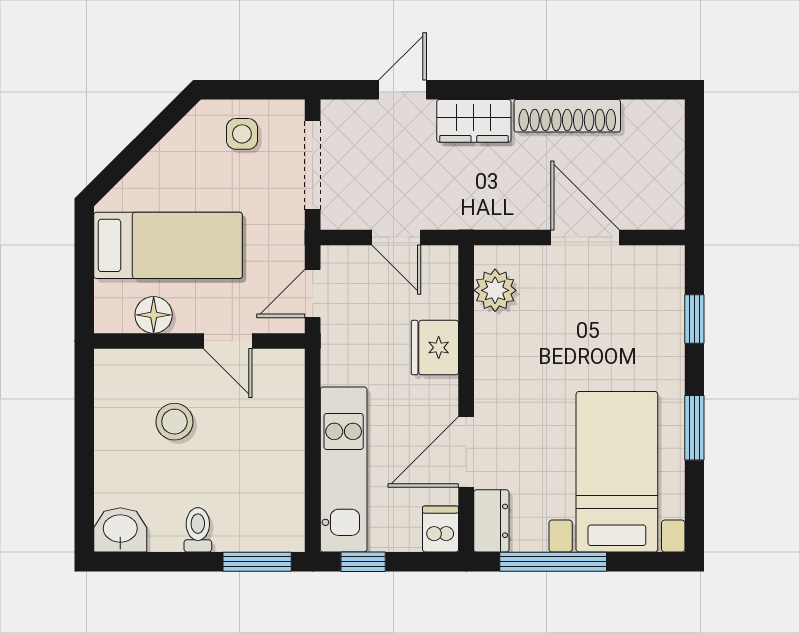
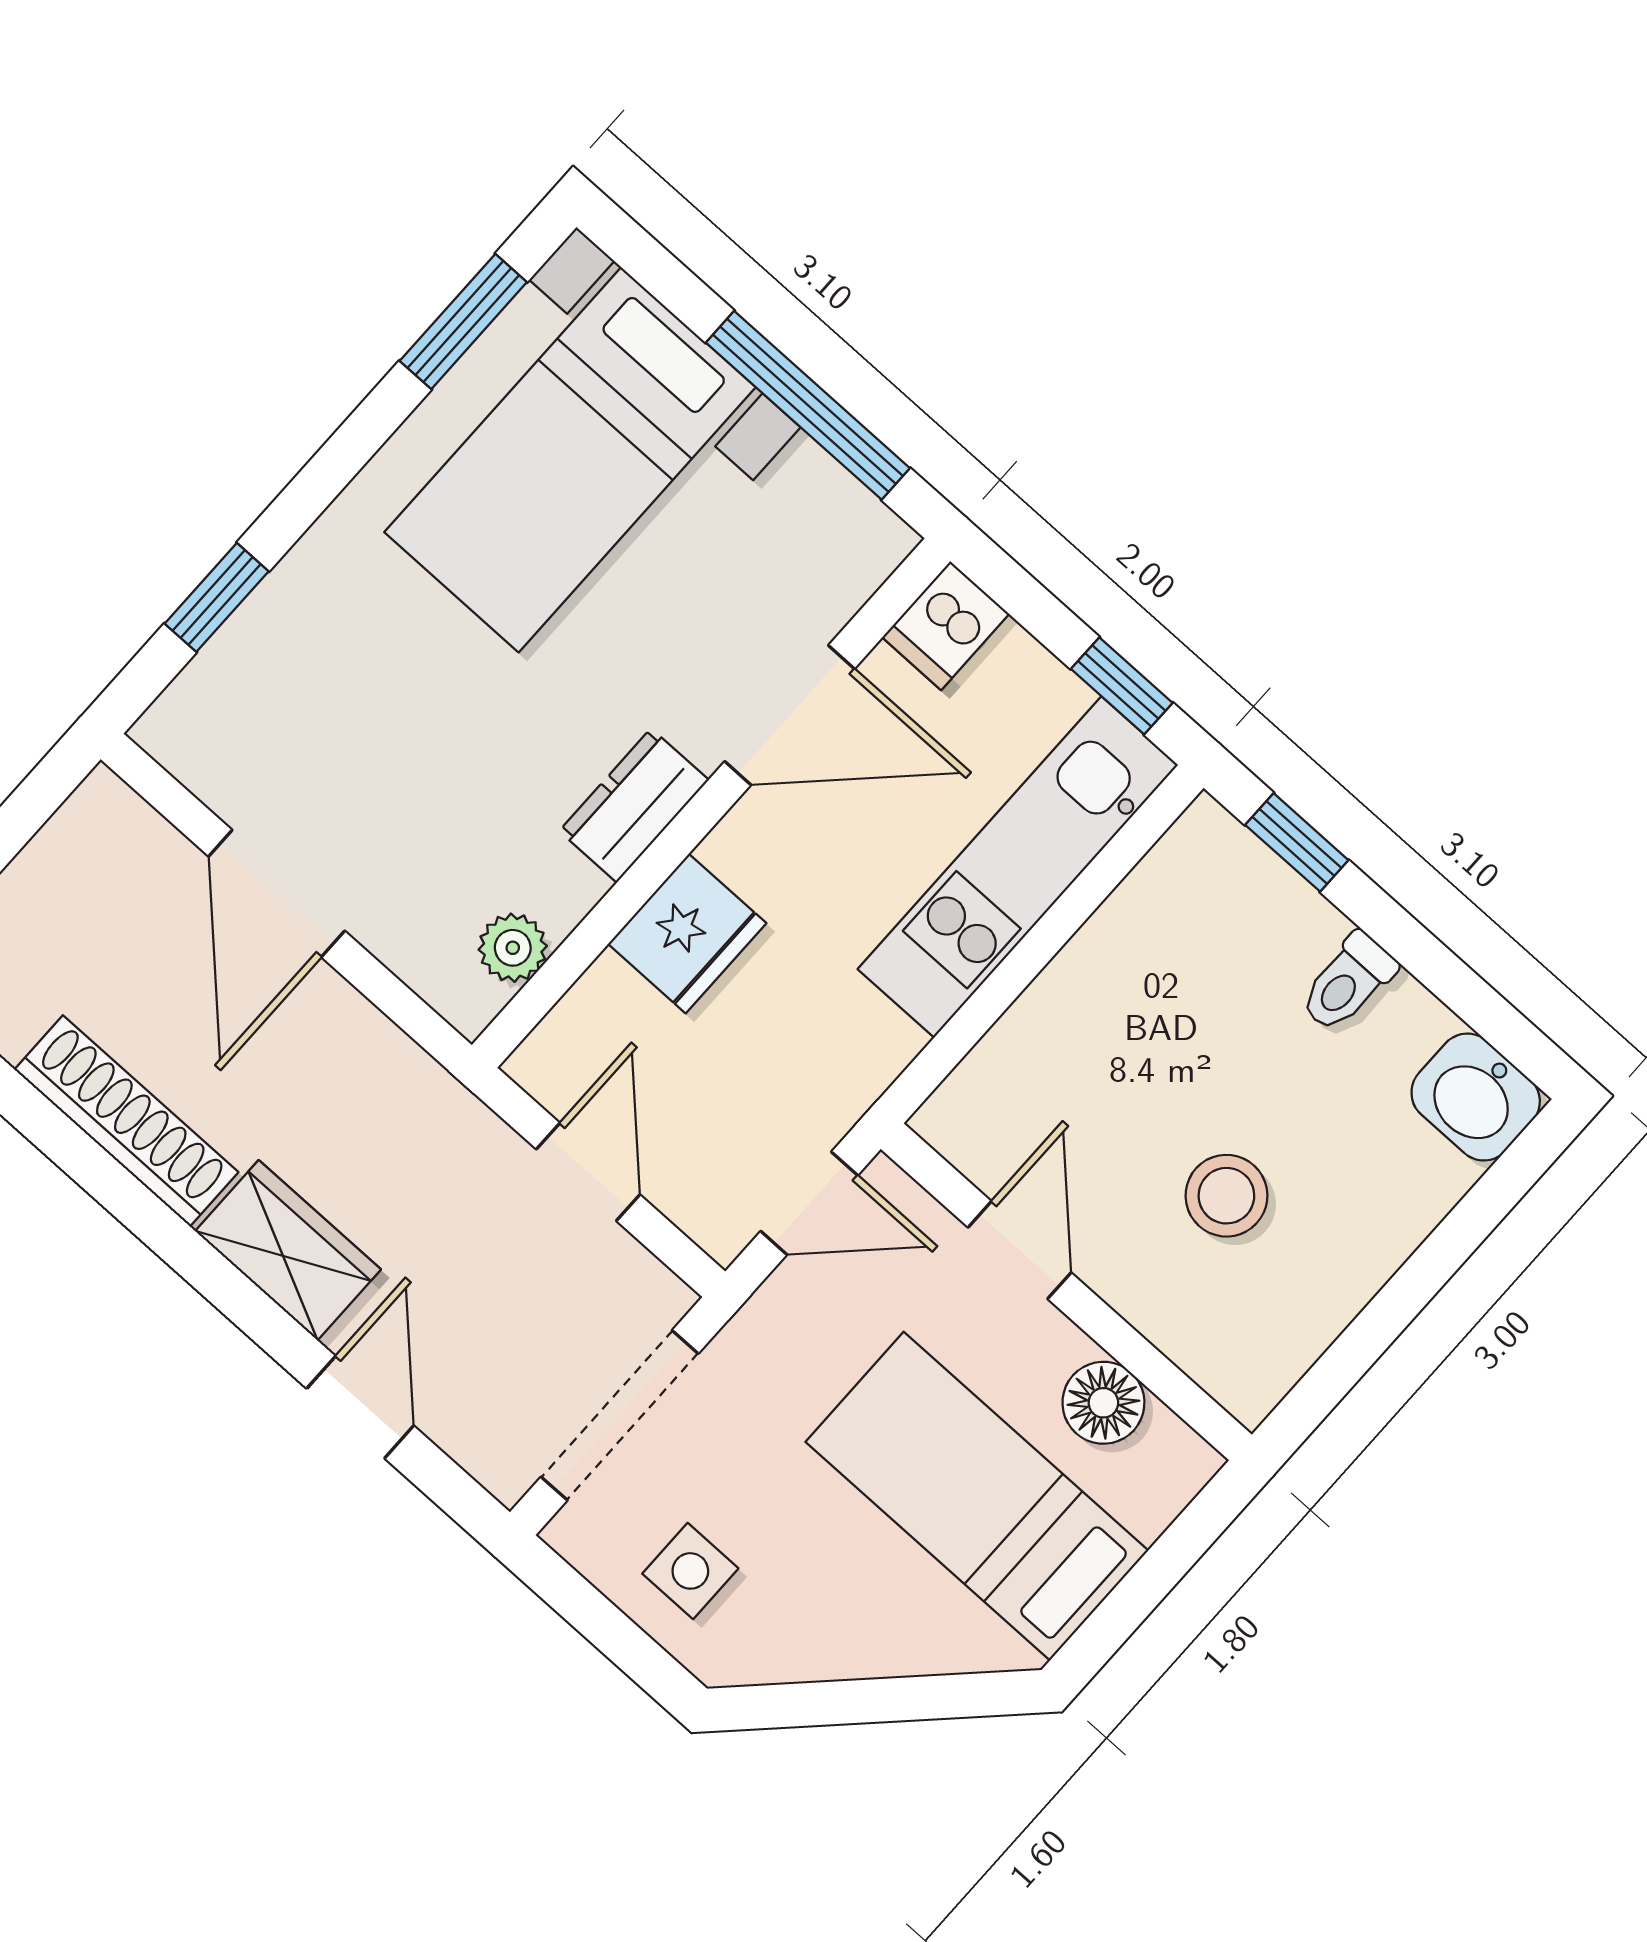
door: (402, 90) -> (360, 1407), swing flipped
plant: (495, 290) -> (513, 948), width x0.73, depth x0.73
window: (694, 428) -> (463, 322), moved
dresser: (491, 521) -> (634, 805), moved
window: (257, 562) -> (1297, 842), width x0.67

